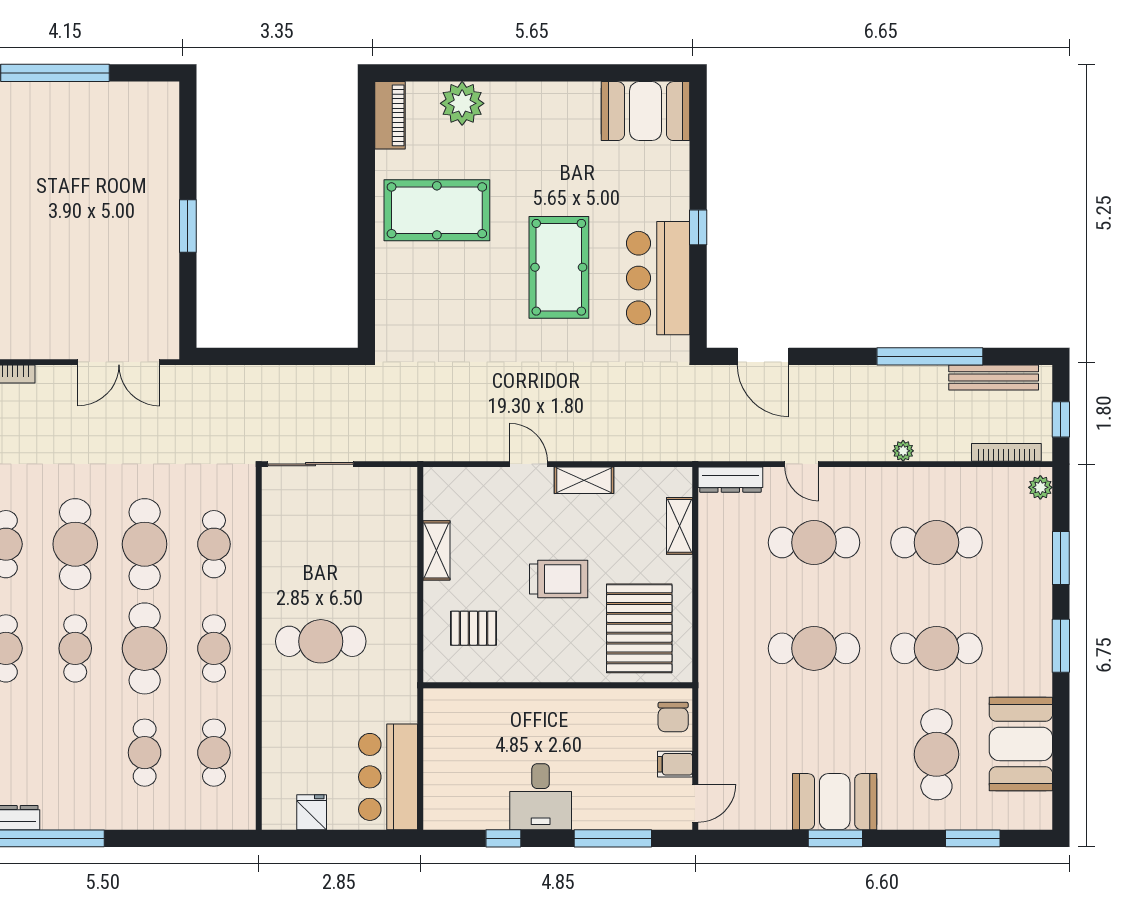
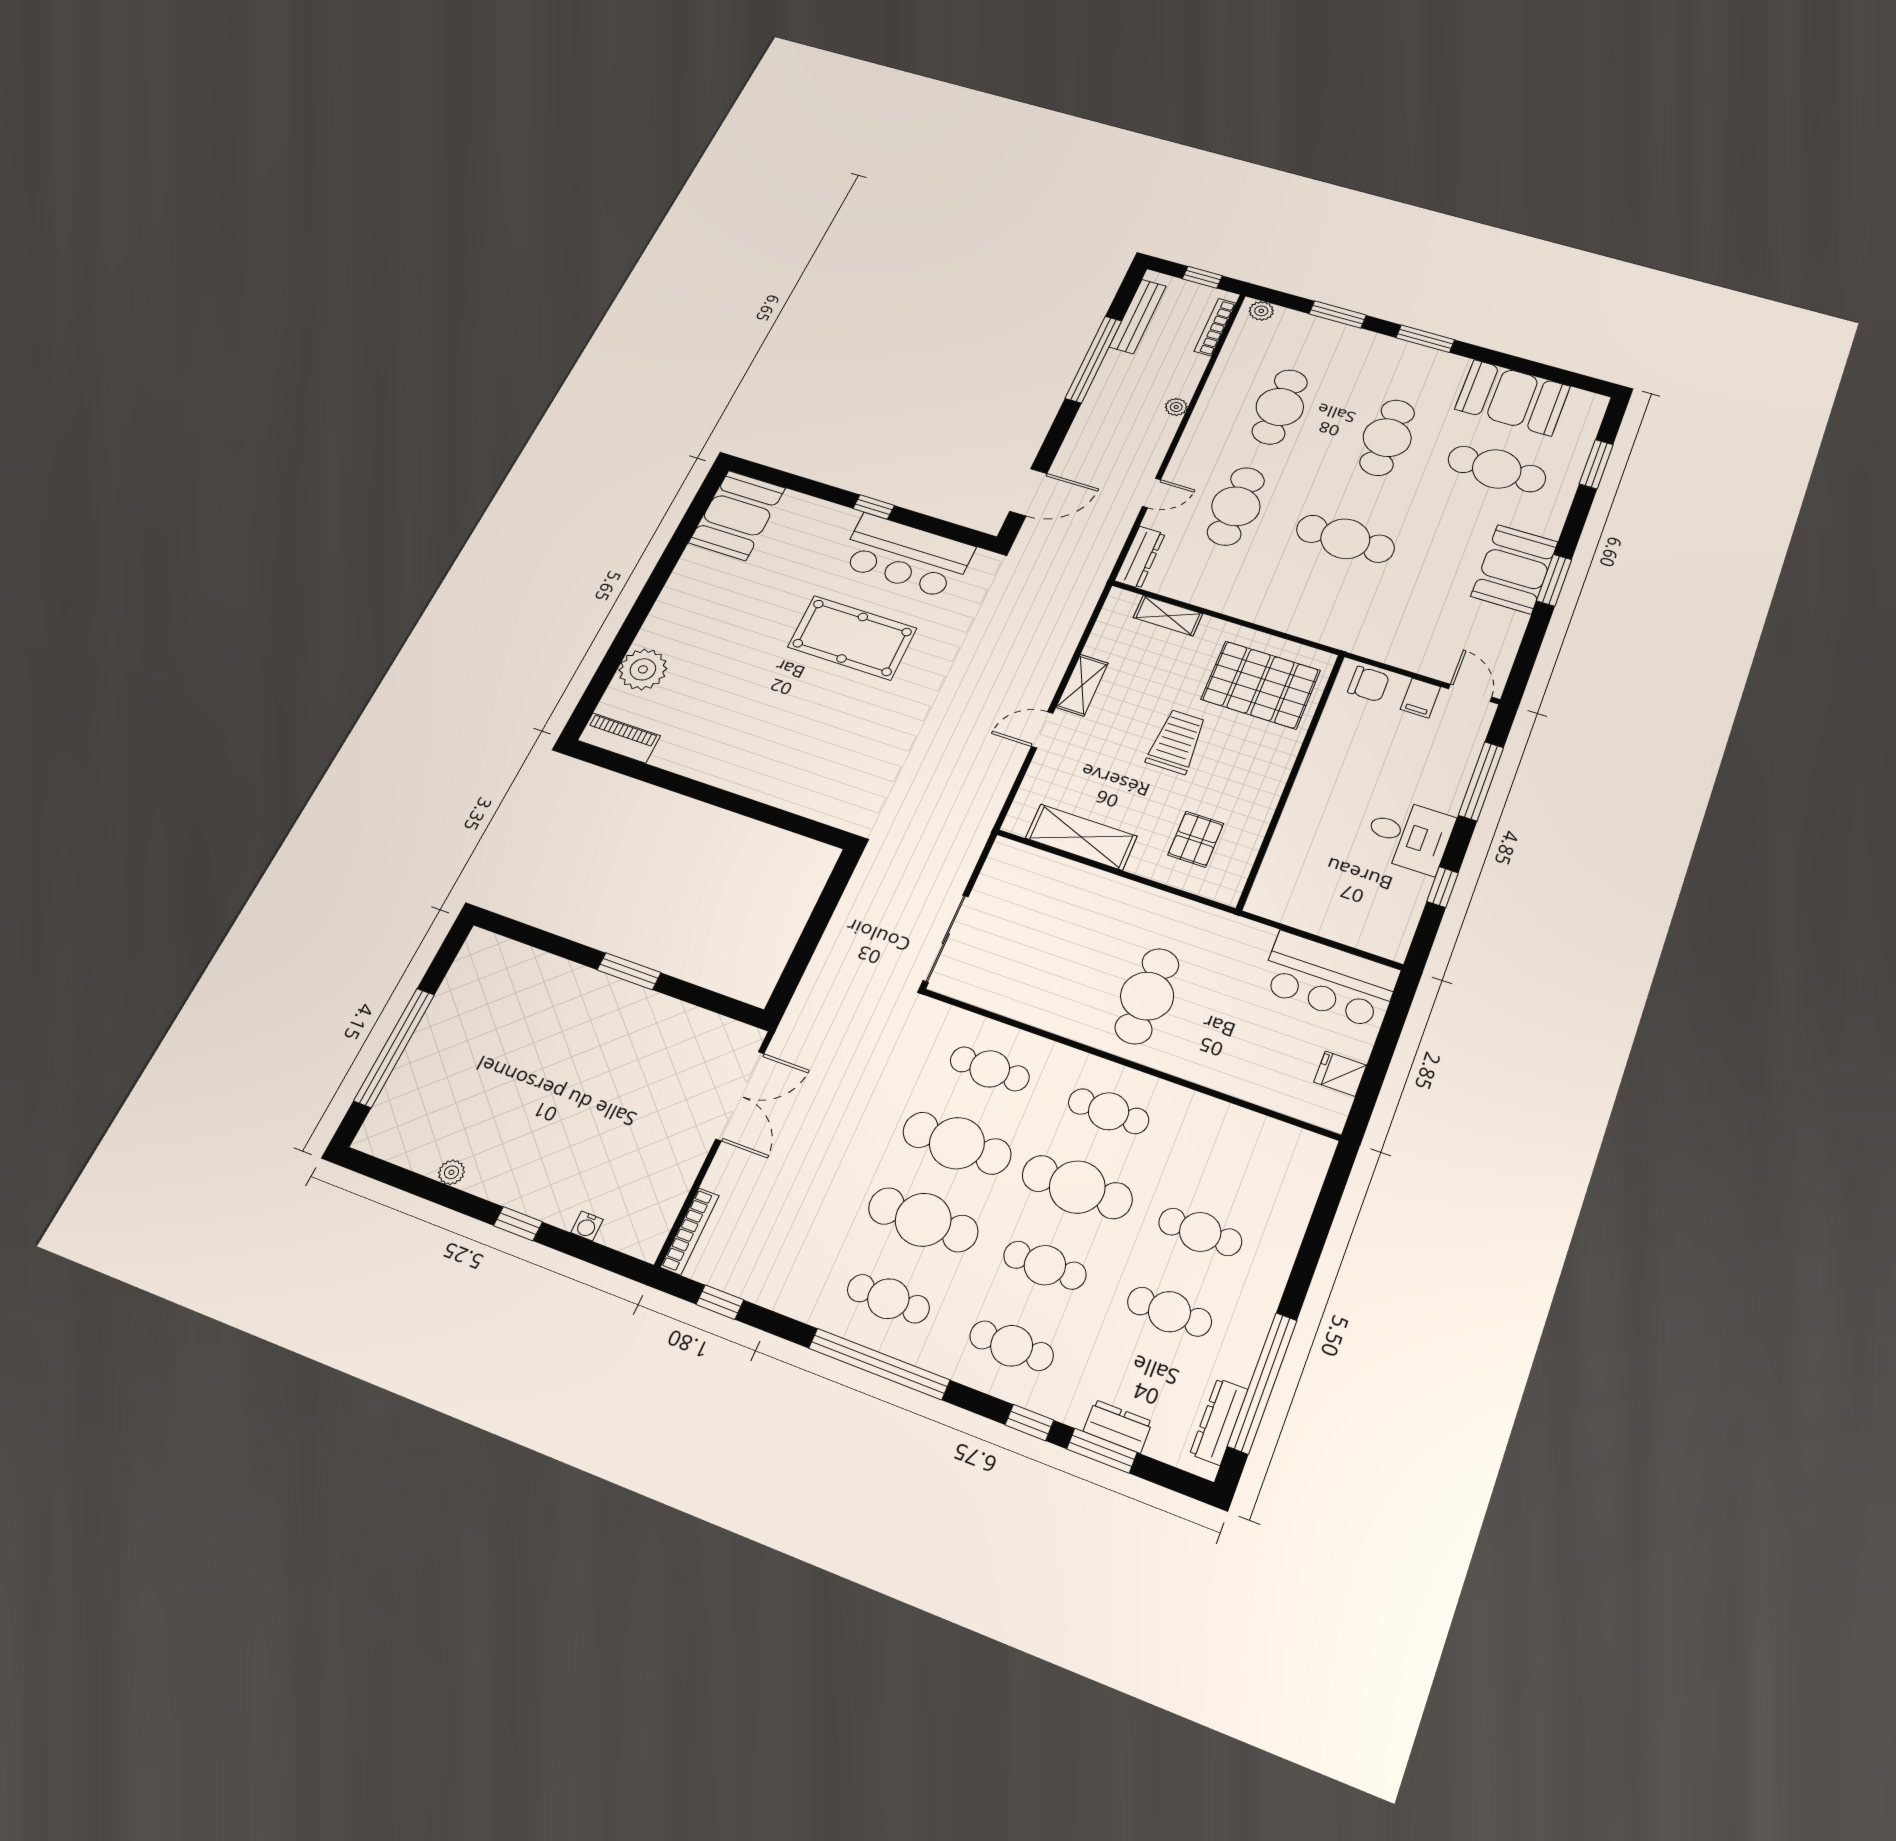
pool table: (437, 210) -> (738, 728), removed
shelving: (436, 550) -> (1081, 837), width x1.50, depth x1.33
cafe table: (814, 648) -> (1345, 539), turned 90
cafe table: (214, 753) -> (1169, 1312), moved

